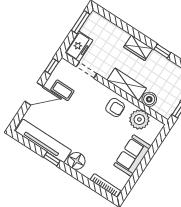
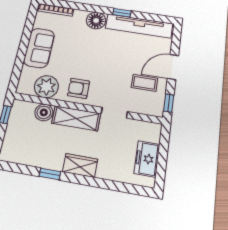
window: (81, 22) -> (161, 167), removed
freezer: (79, 46) -> (147, 159), moved
doorway: (87, 70) -> (114, 113), moved

